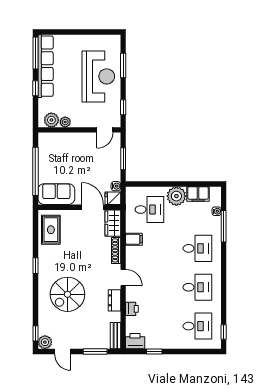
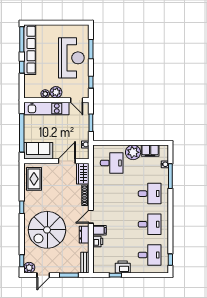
plant: (51, 120) -> (56, 92), moved
door: (105, 130) -> (77, 100), hinge flipped
kitchen unit: (67, 141) -> (46, 108), added
fridge: (113, 198) -> (83, 154), removed
door: (92, 207) -> (67, 161), hinge flipped
filing cabinet: (134, 239) -> (100, 230), moved
door: (123, 277) -> (91, 217), swing flipped
spiral stairs: (67, 294) -> (47, 230), width x1.37, depth x1.37
printer: (135, 341) -> (123, 267), moved
door: (63, 352) -> (43, 275), hinge flipped

